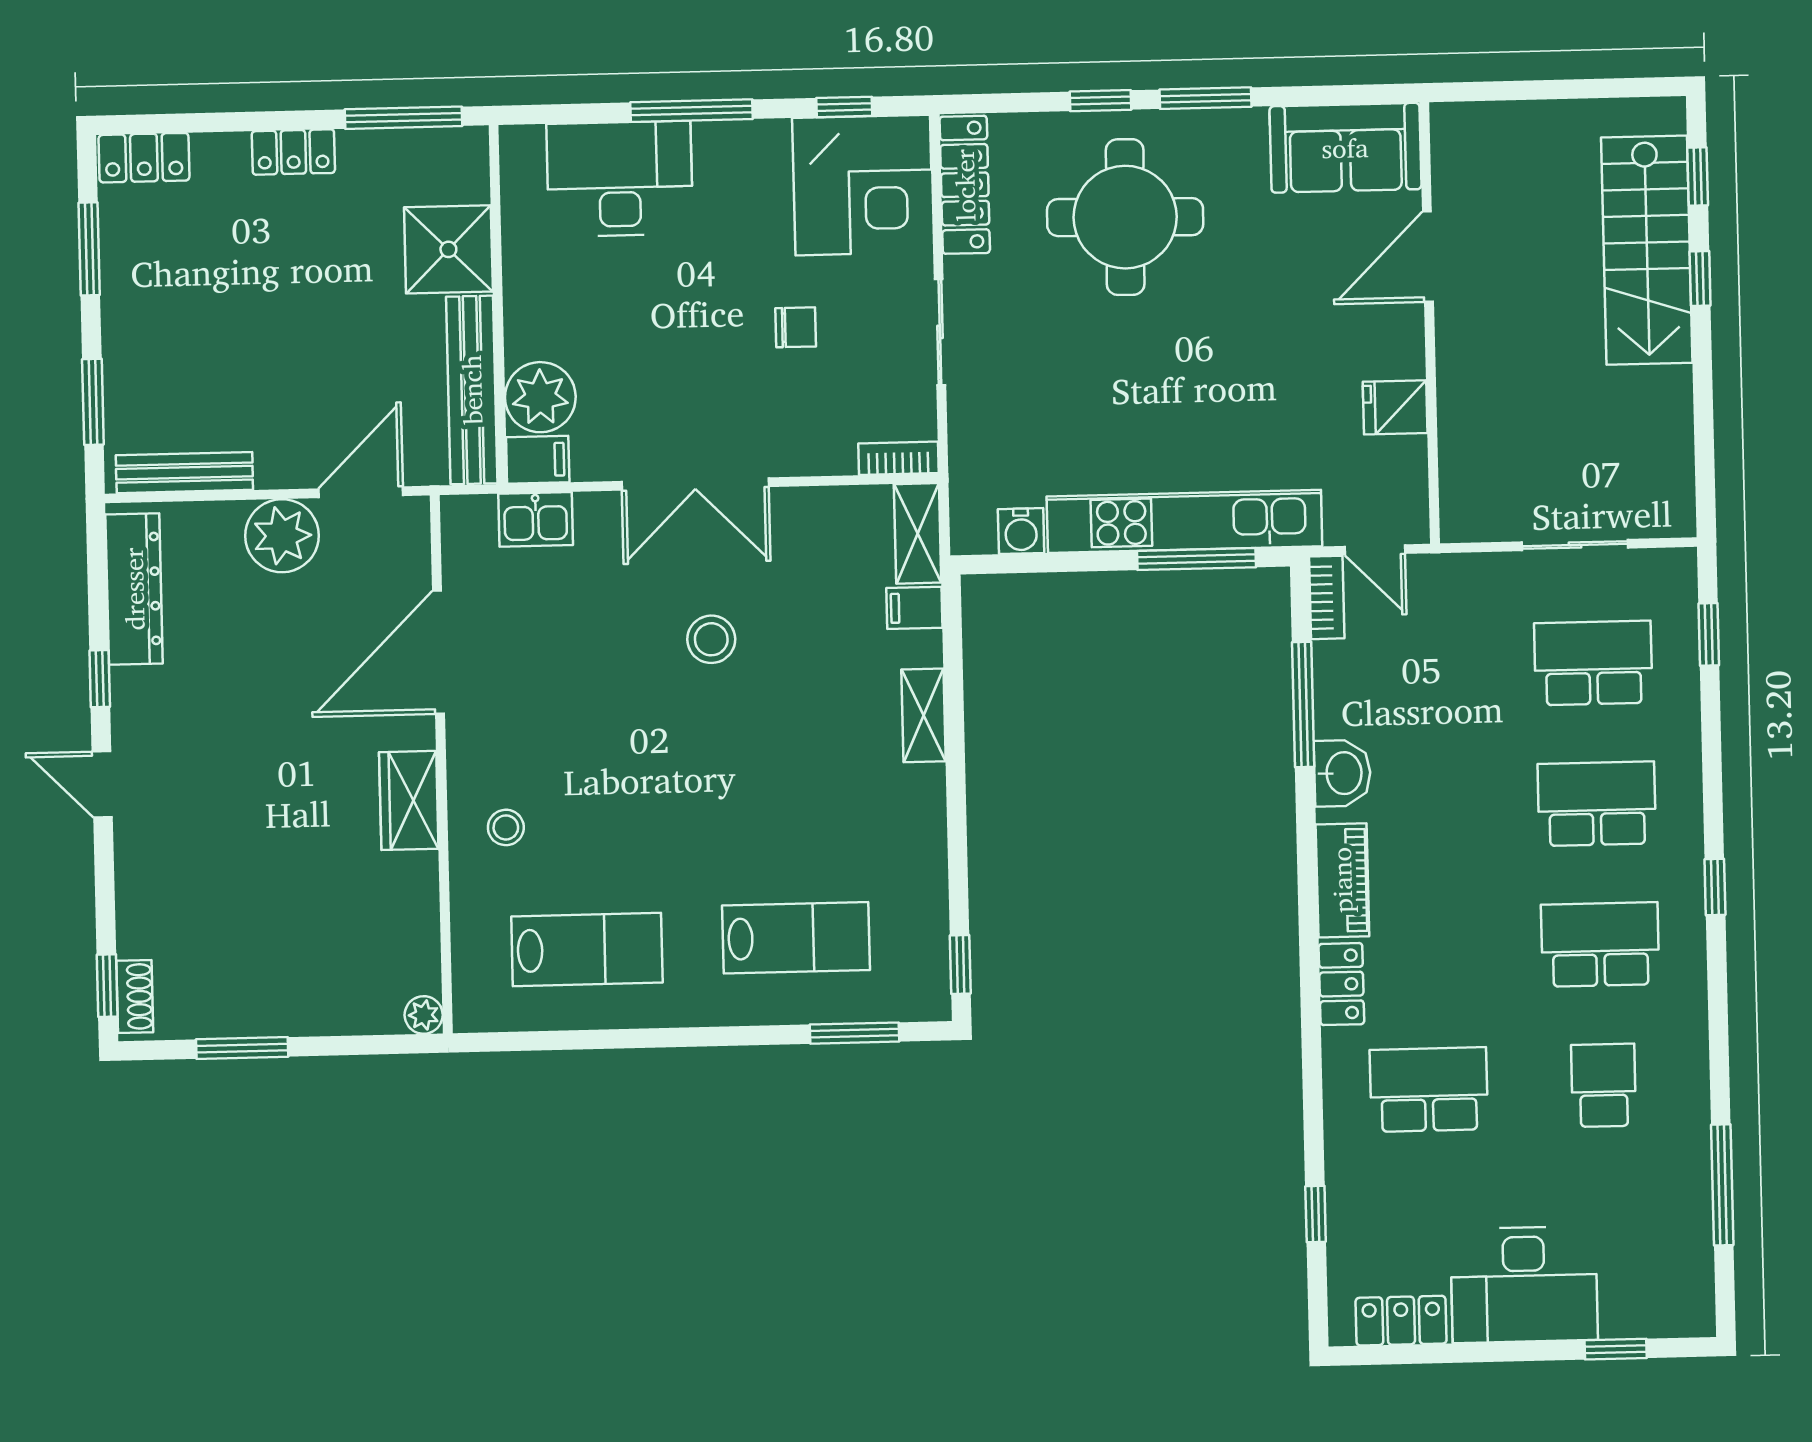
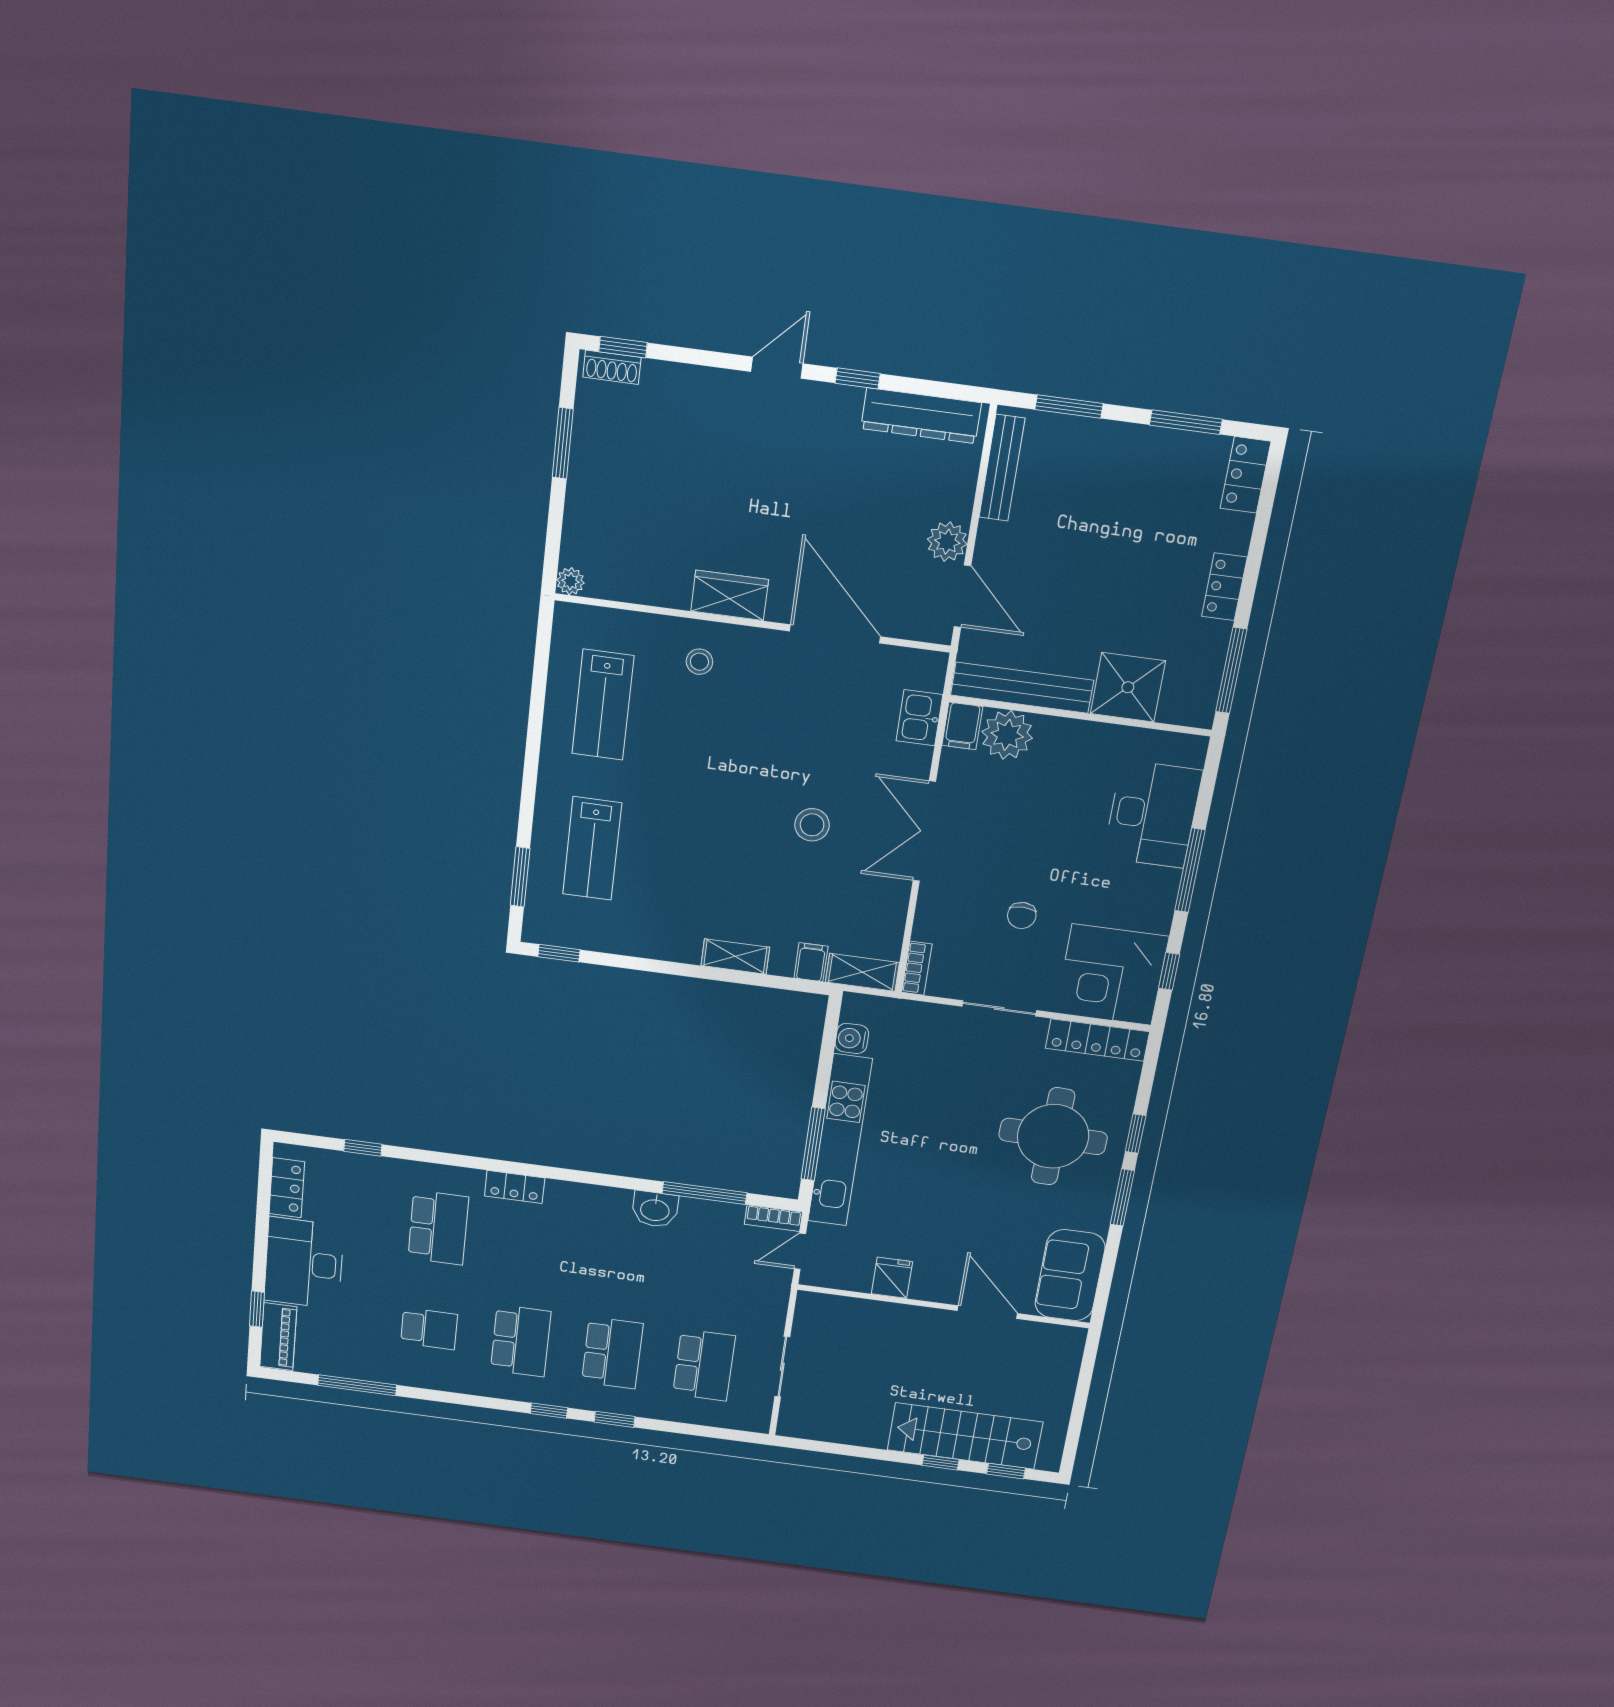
plant: (282, 536) -> (947, 542), width x0.73, depth x0.73
window: (1709, 634) -> (615, 1419), moved
piano: (1342, 880) -> (278, 1337), moved, turned -90

